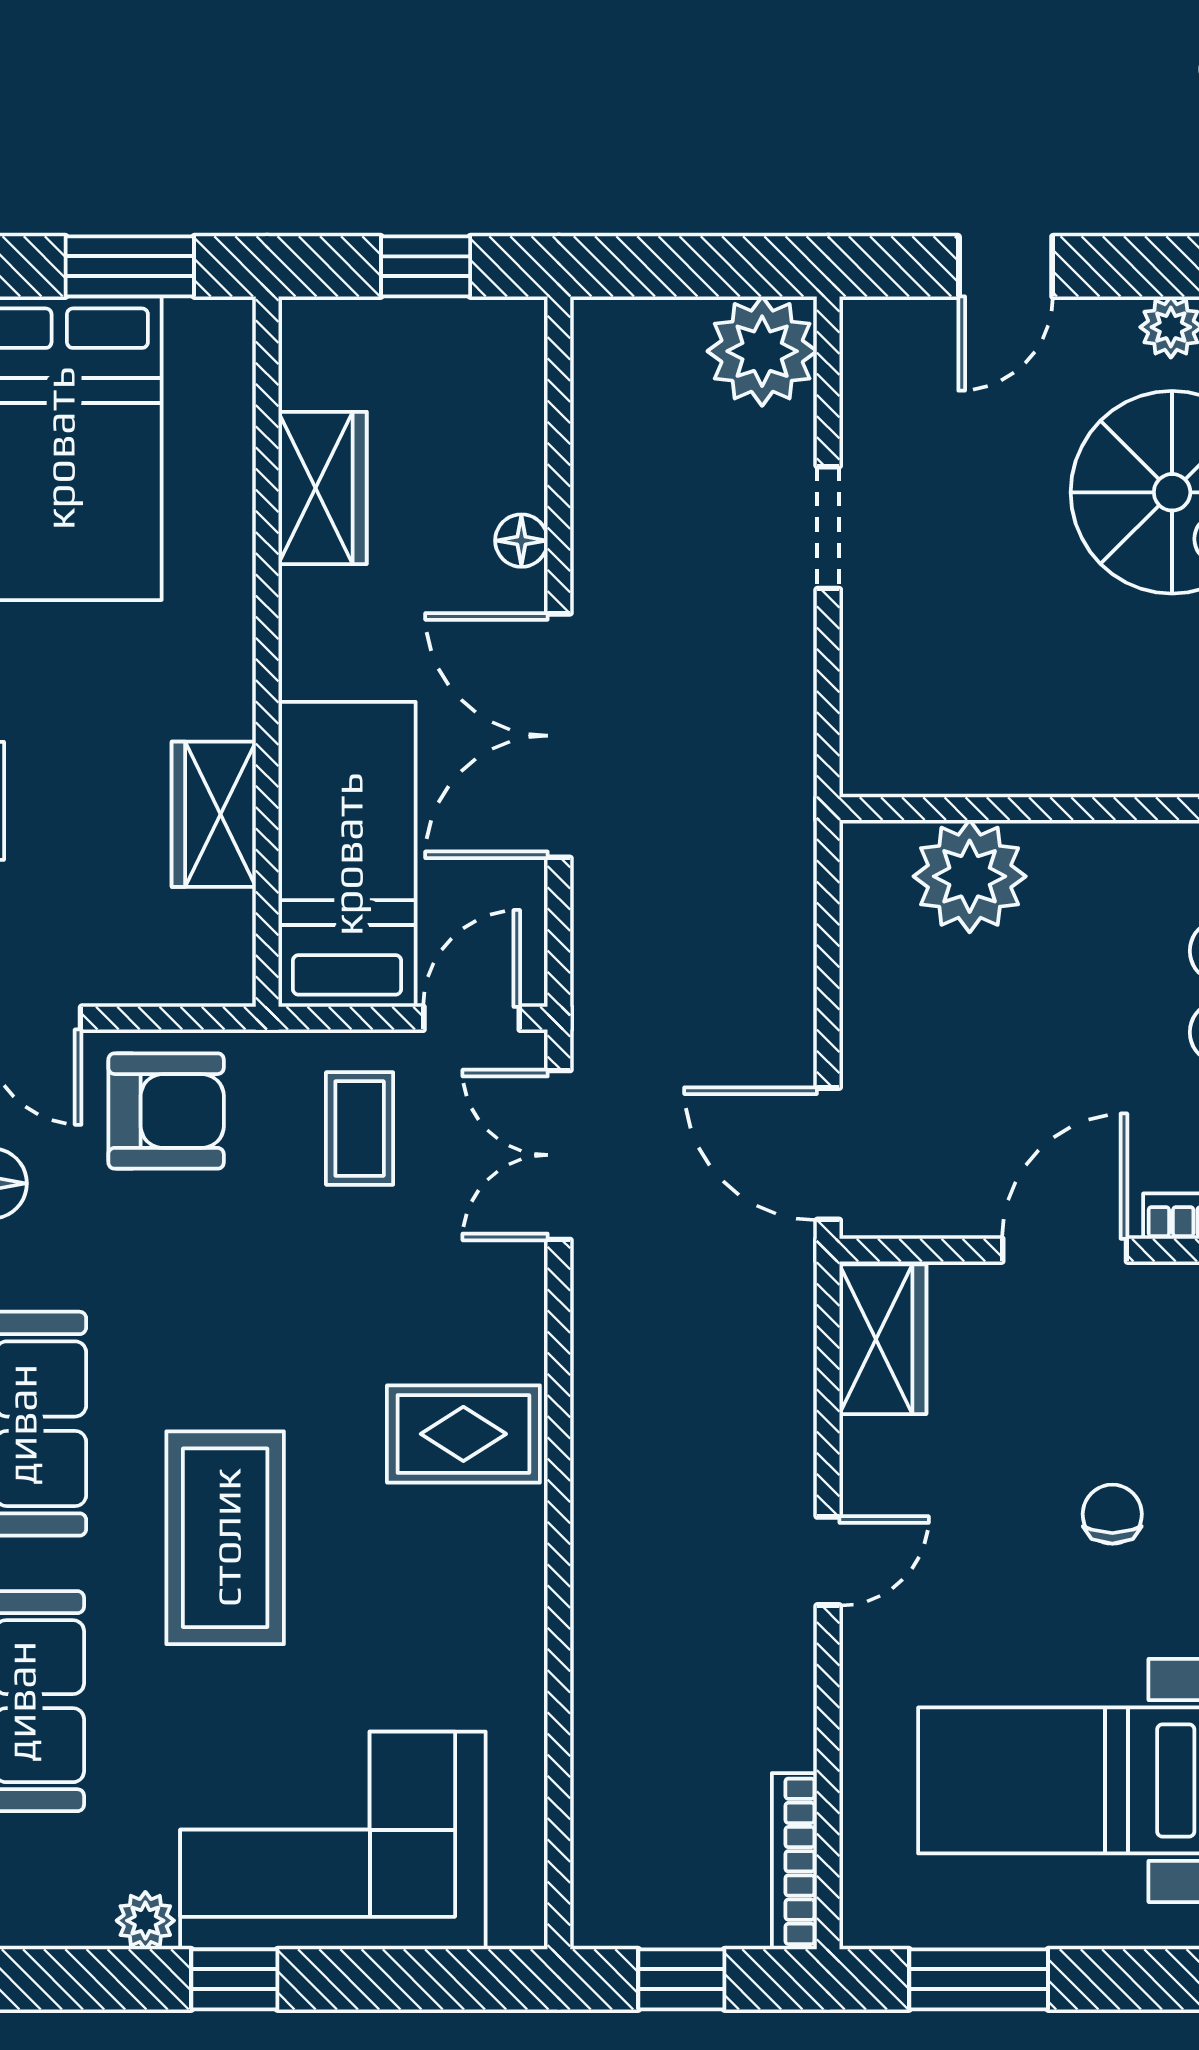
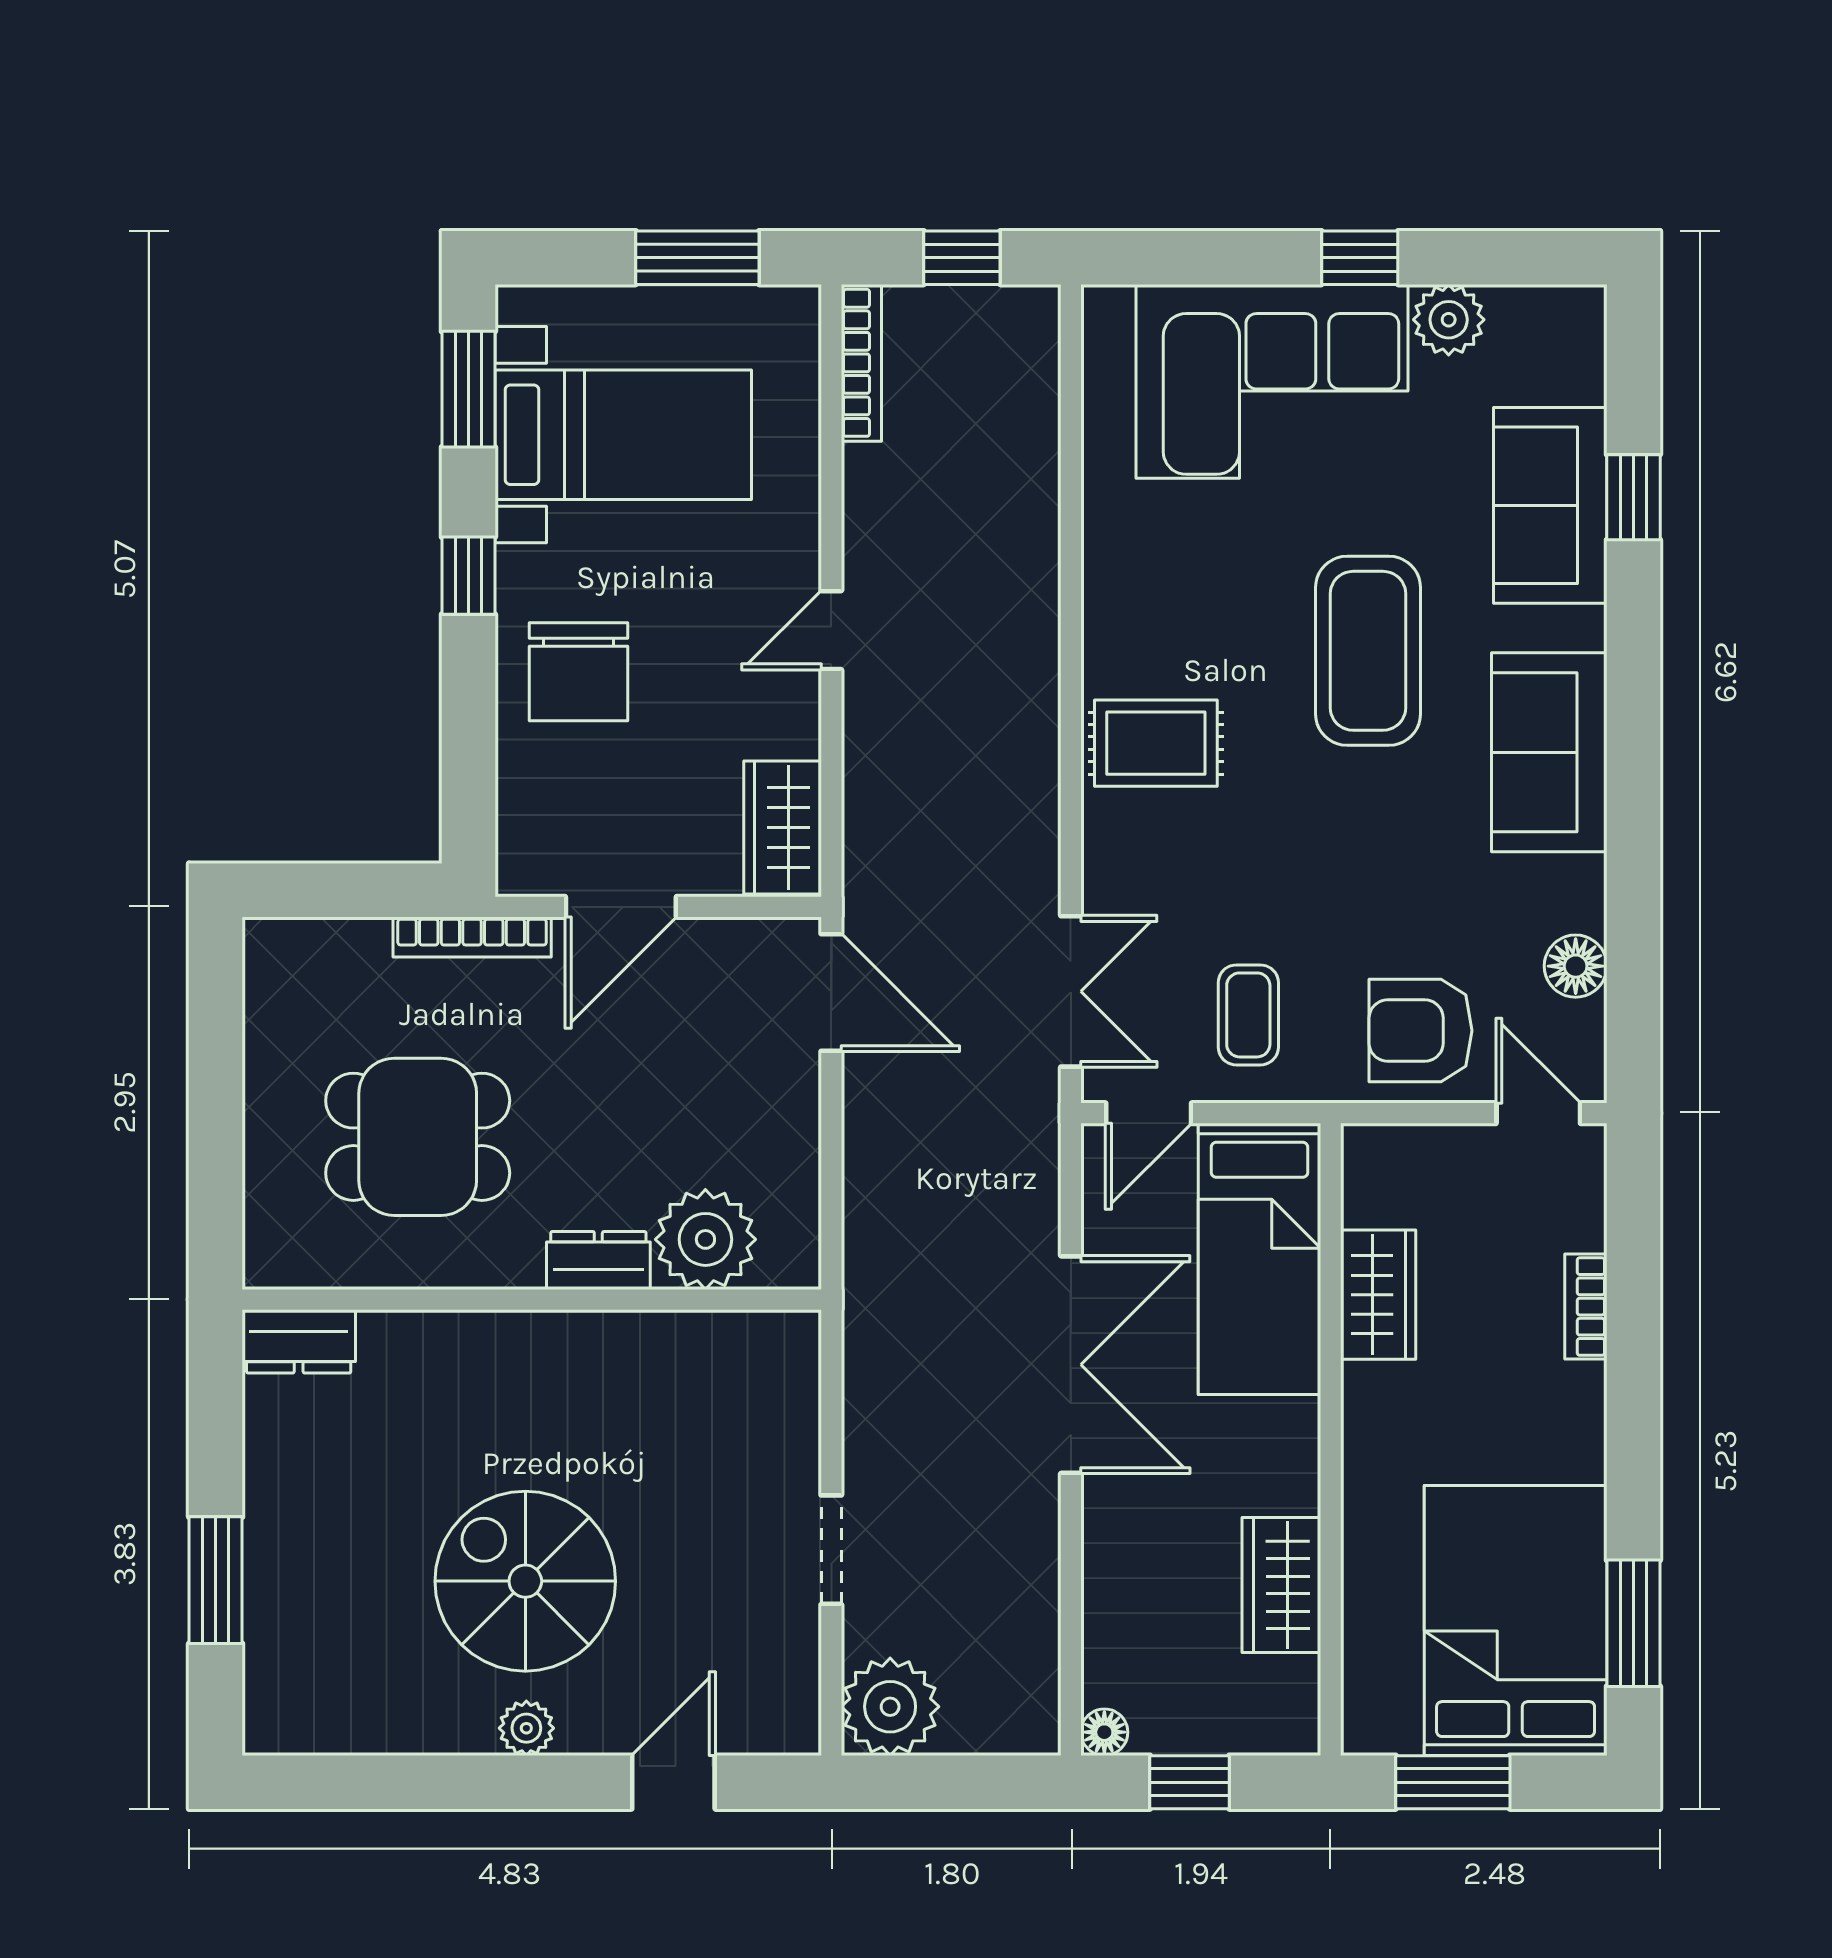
floor lamp: (521, 541) -> (1104, 1732), moved
dresser: (1090, 853) -> (598, 1260), added
chair: (1112, 1514) -> (578, 672), width x1.87, depth x1.87
plant: (145, 1921) -> (1449, 320), width x1.38, depth x1.38

